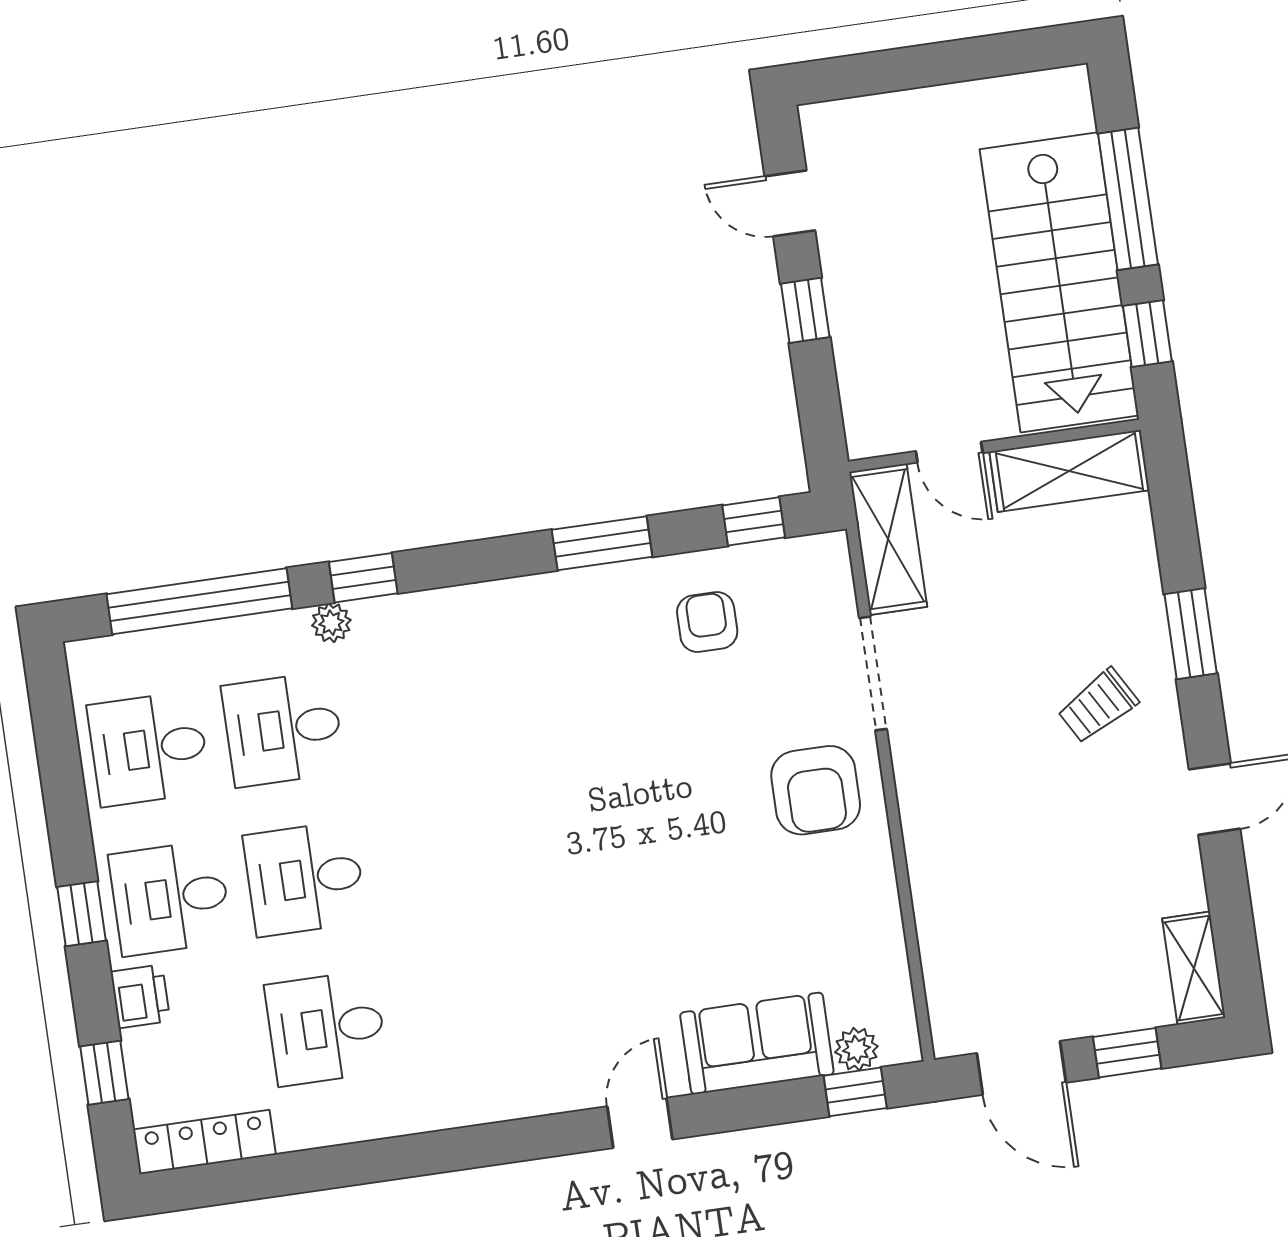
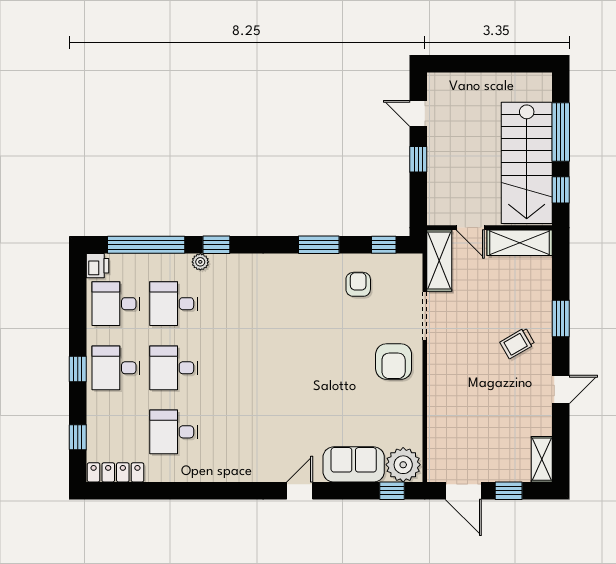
printer: (140, 996) -> (97, 266), moved
plant: (856, 1049) -> (403, 465), width x1.87, depth x1.87

